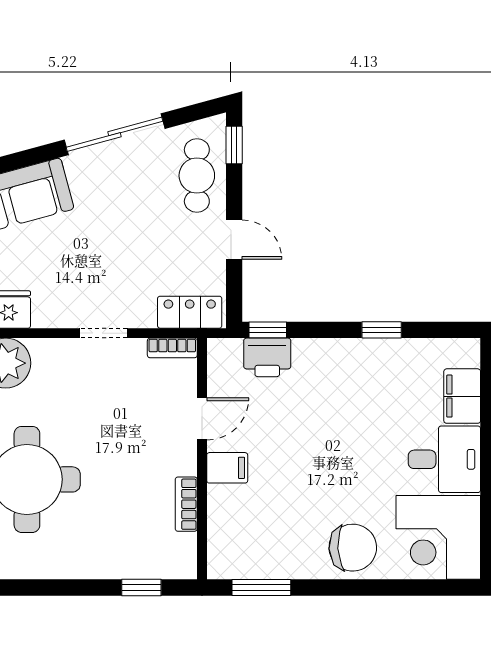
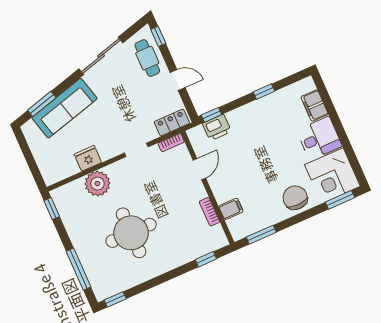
filing cabinet: (227, 468) -> (231, 209), moved
chair: (353, 548) -> (295, 198), turned -87
window: (433, 587) -> (340, 200), added

